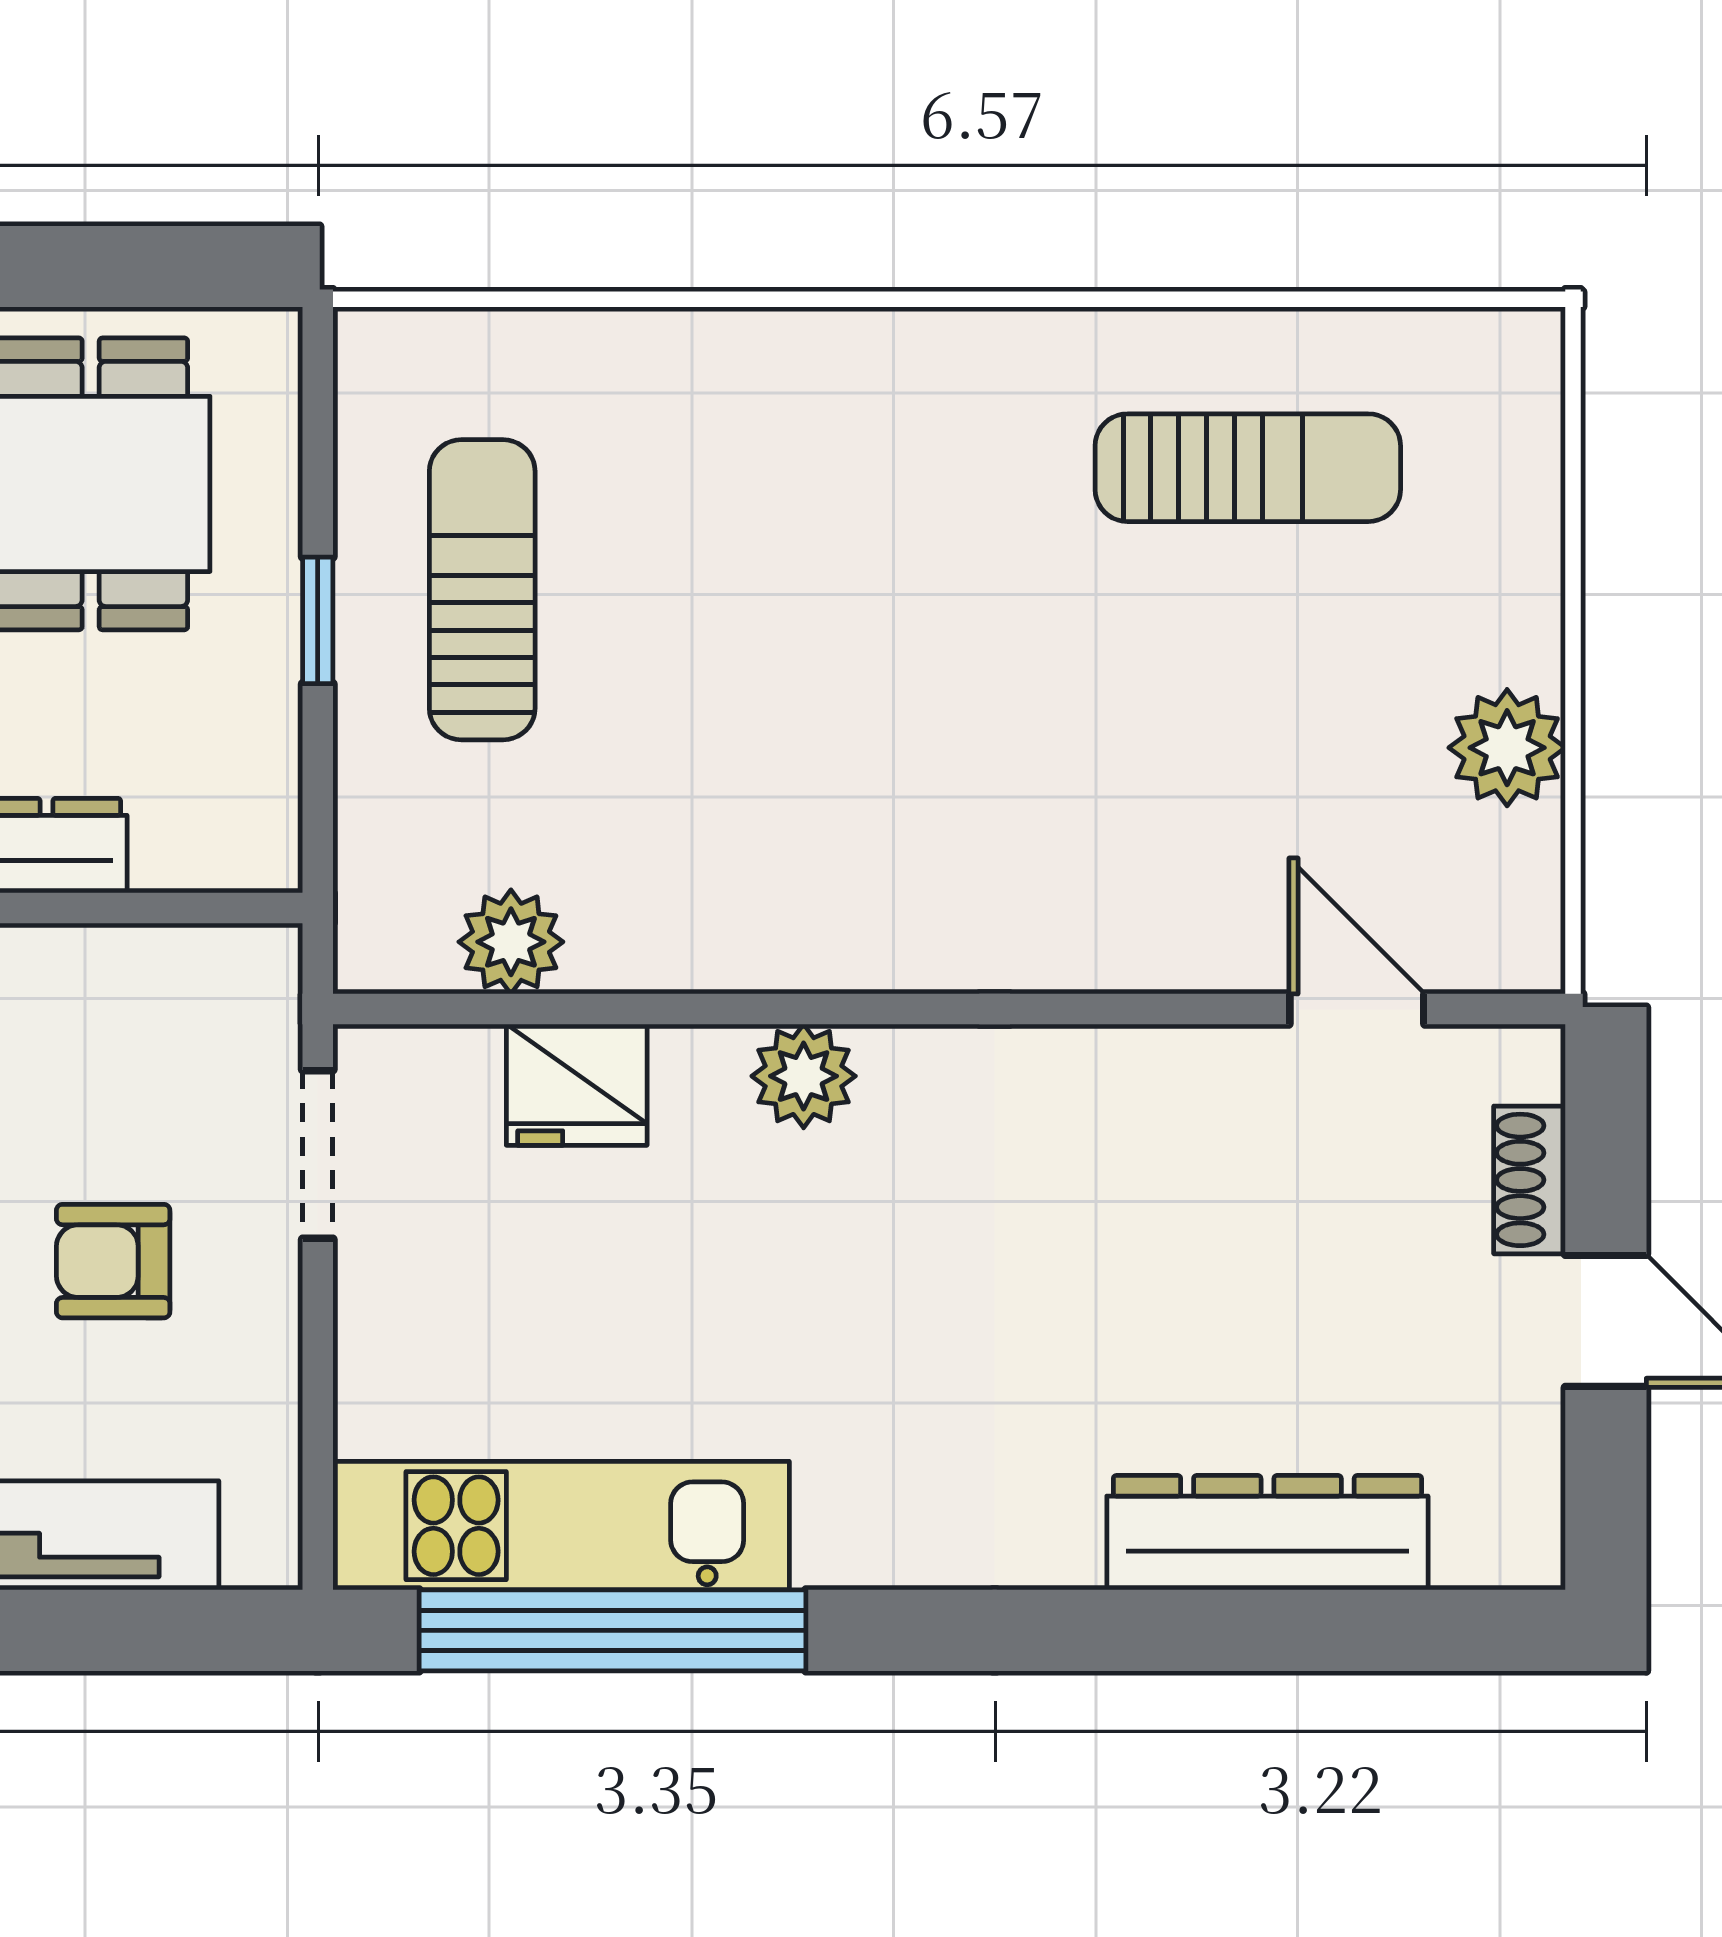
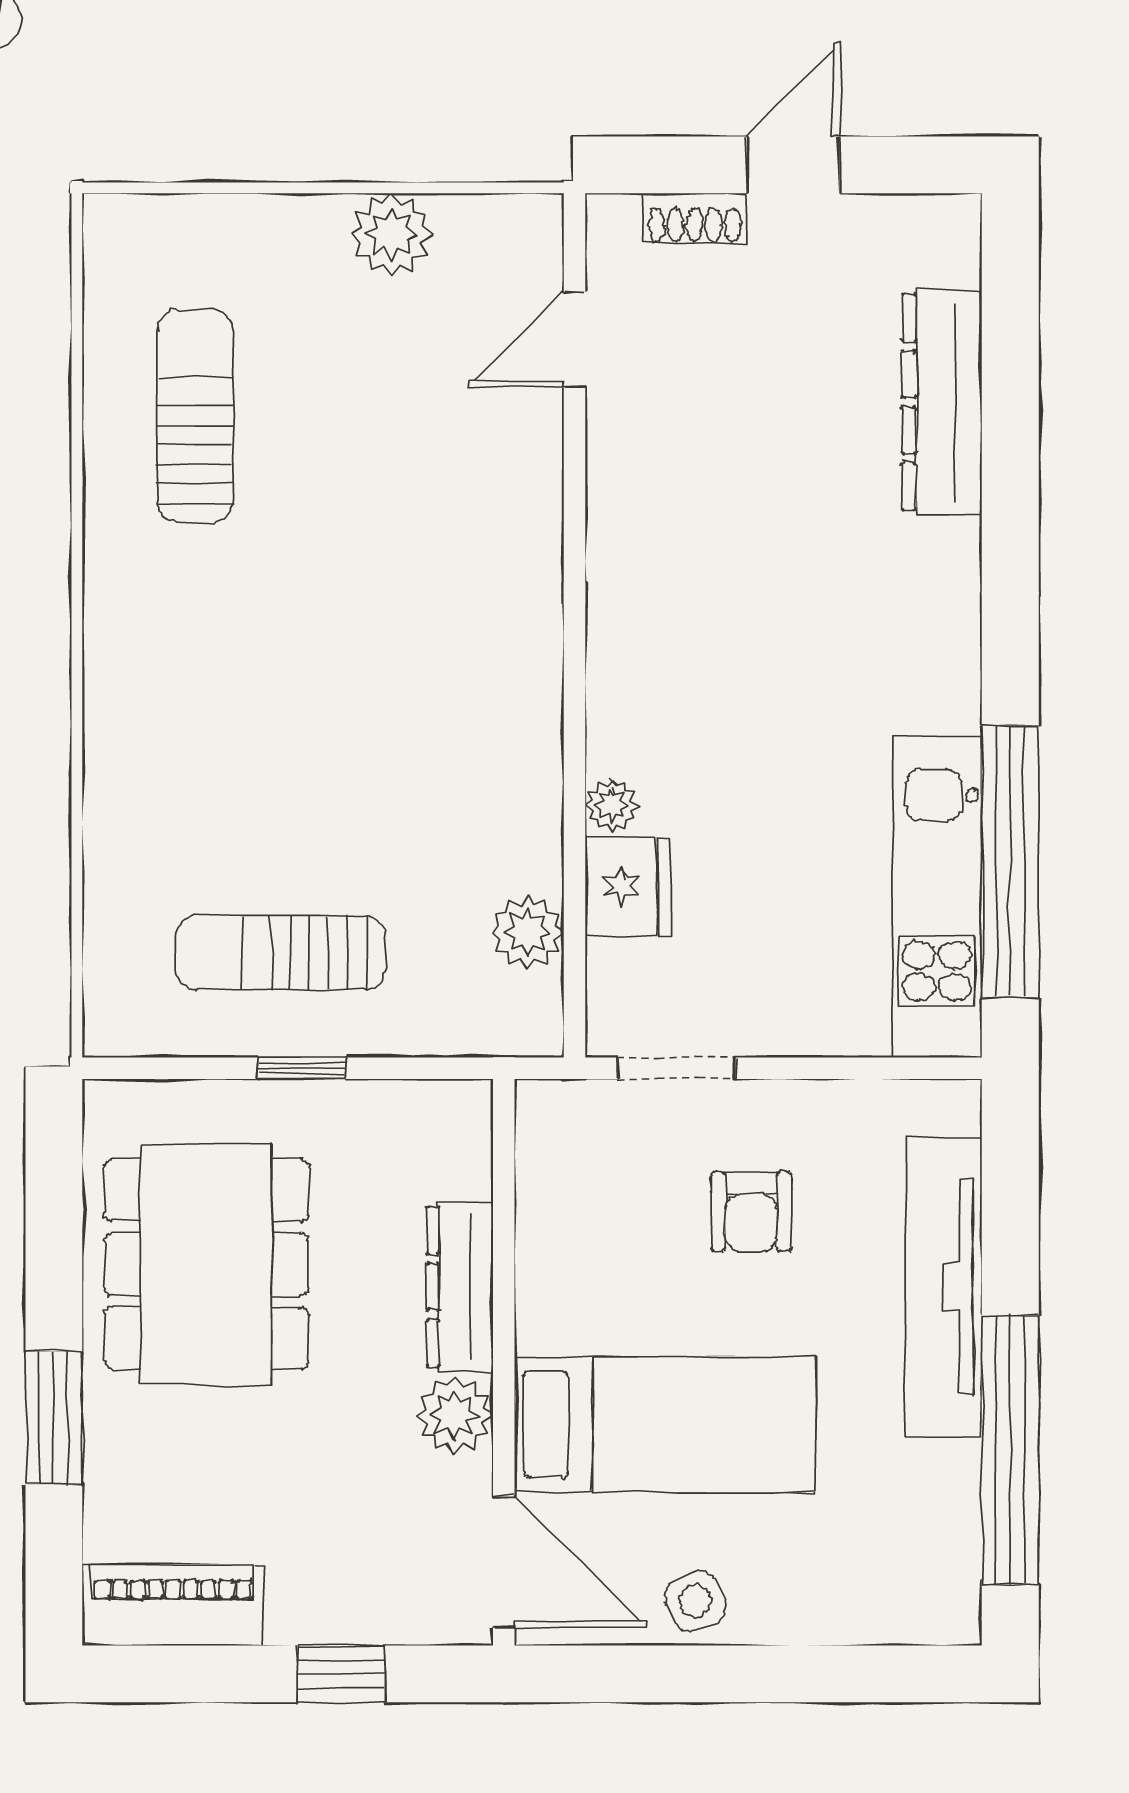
plant: (804, 1076) -> (612, 805), moved, width x0.73, depth x0.73

